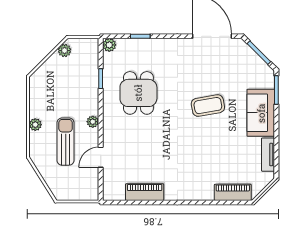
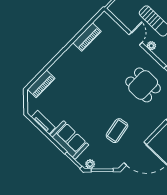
plant: (265, 70) -> (90, 164), added
coffee table: (208, 106) -> (117, 131), moved
door: (101, 157) -> (136, 39), moved

